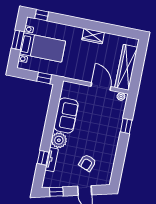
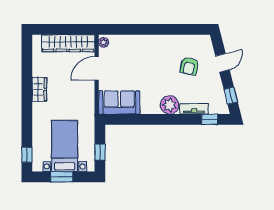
window: (44, 78) -> (100, 152), moved
sofa: (66, 115) -> (119, 102), moved
window: (126, 126) -> (137, 29), removed
window: (43, 158) -> (210, 119), moved
armchair: (87, 163) -> (189, 66), turned 82

